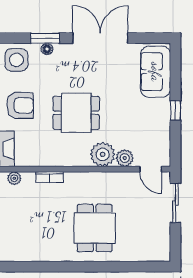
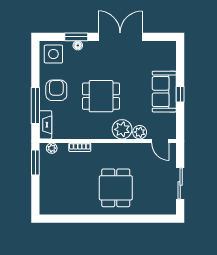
sofa: (156, 72) -> (164, 92), moved
armchair: (20, 105) -> (56, 90), turned -90
sliding door: (175, 203) -> (180, 184), moved

